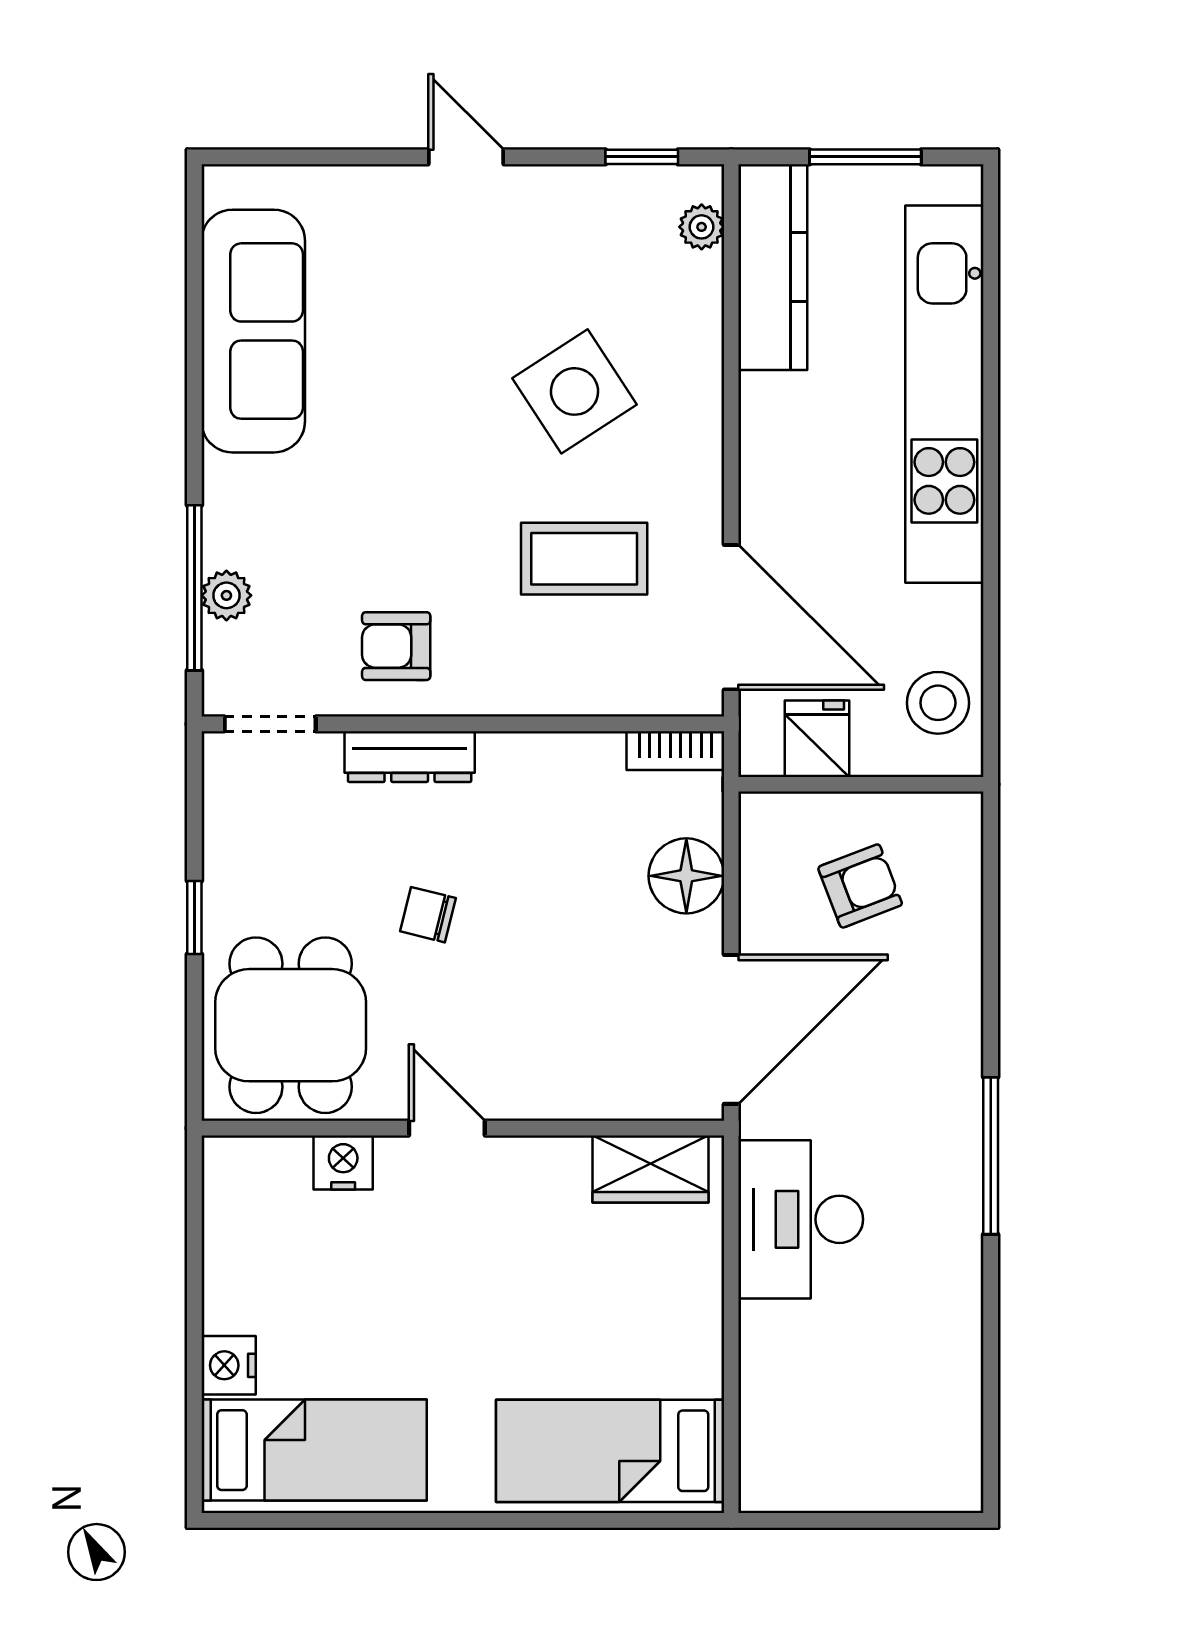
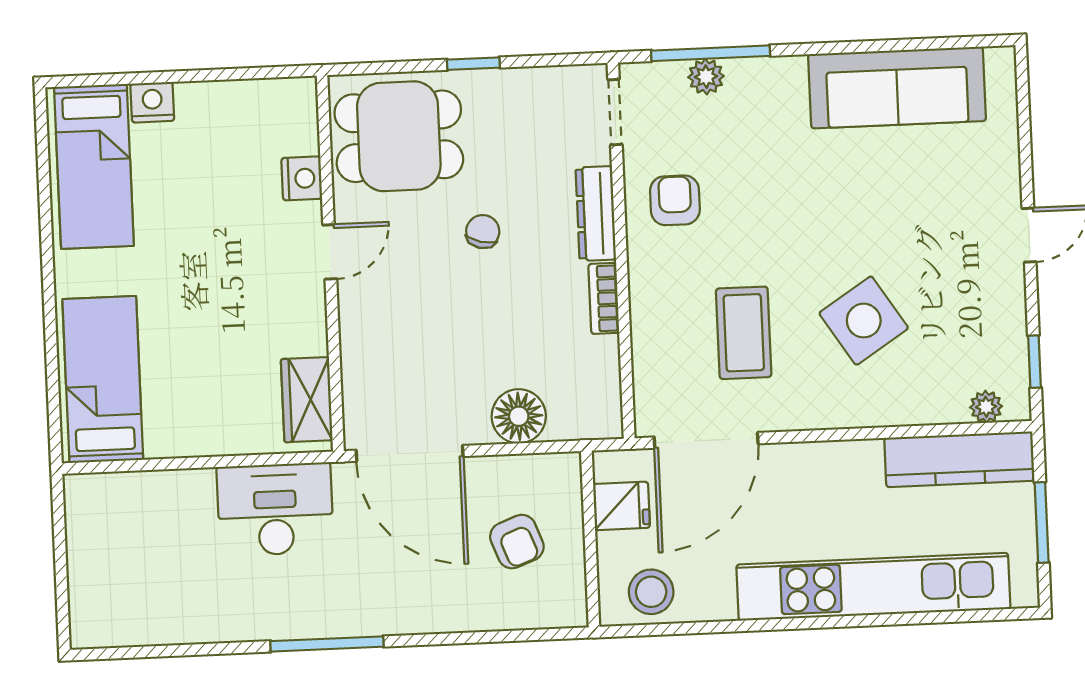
bookcase: (675, 751) -> (604, 298), moved

